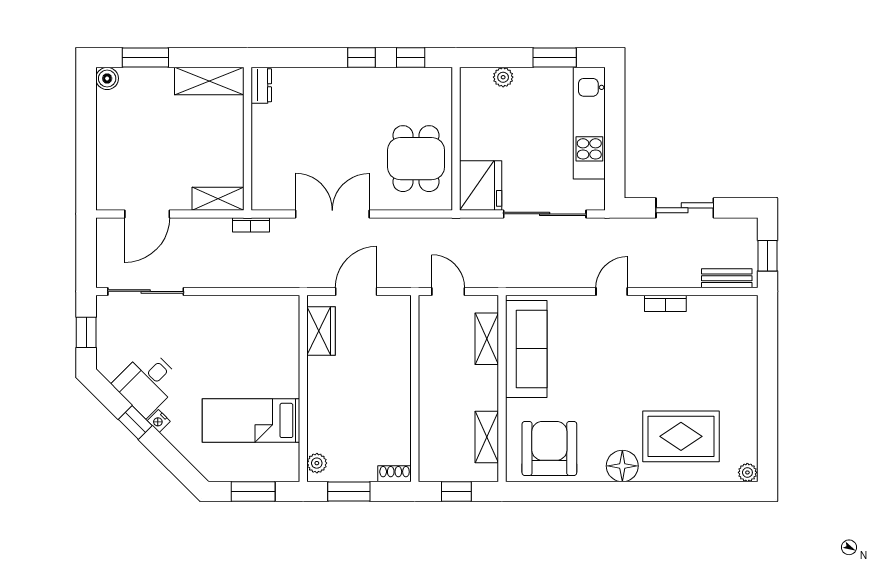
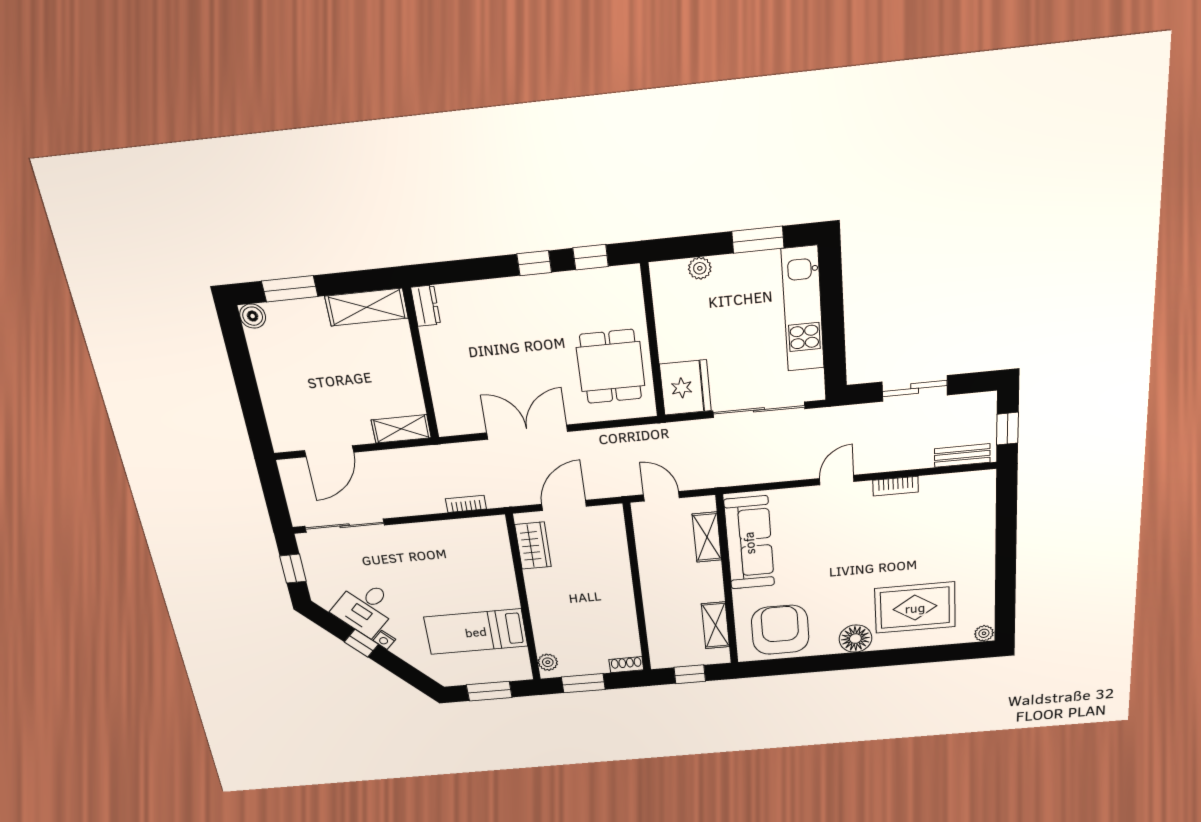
bookcase: (251, 225) -> (466, 504), moved, turned 180

